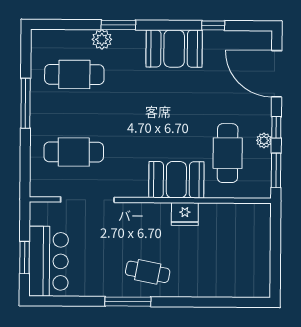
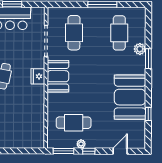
booth: (174, 49) -> (130, 97), width x1.36, depth x1.42
door: (277, 74) -> (120, 151), width x0.53
booth: (176, 180) -> (58, 76), moved
fridge: (185, 214) -> (38, 76), moved

